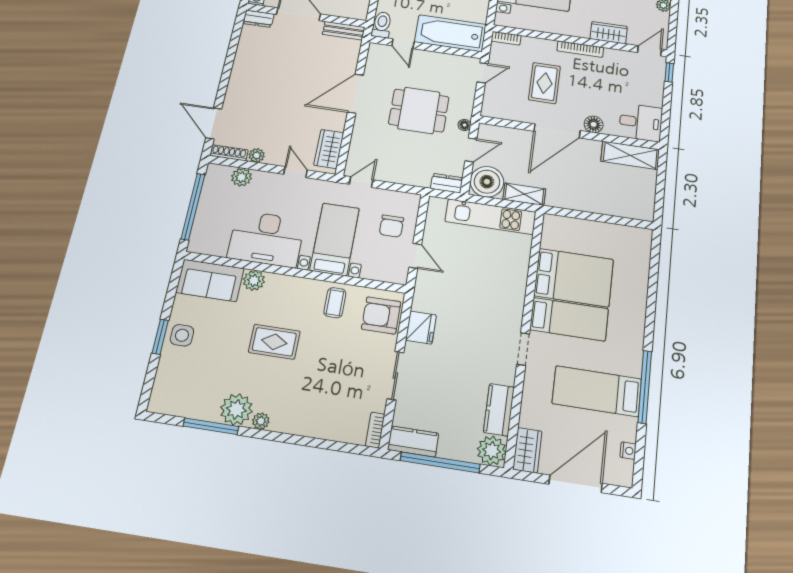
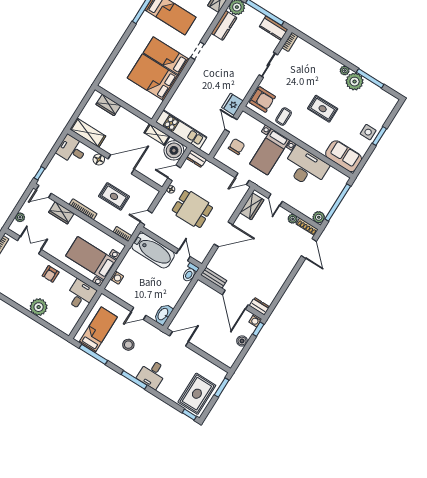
rug: (544, 83) -> (114, 196), turned 90
plant: (241, 177) -> (319, 217), moved
wardrobe: (621, 207) -> (108, 105), added
plant: (254, 280) -> (321, 147), removed
fridge: (421, 328) -> (232, 104), moved

